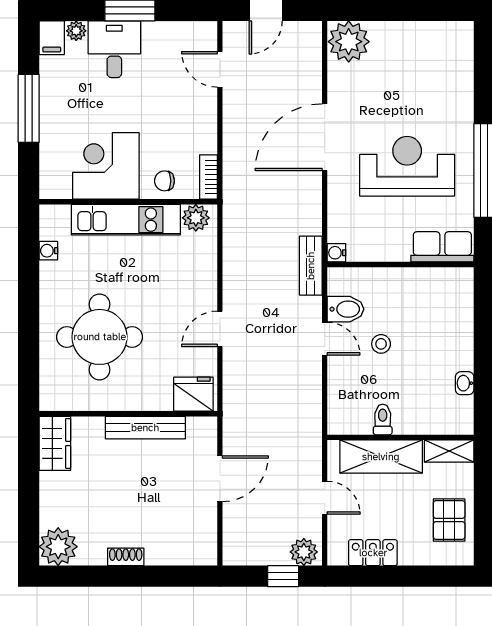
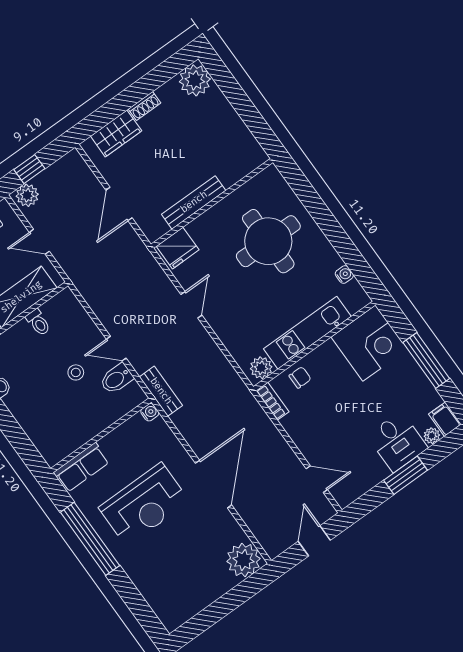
corner desk: (106, 166) -> (369, 343), moved
wardrobe: (55, 443) -> (116, 133), moved, turned -90

